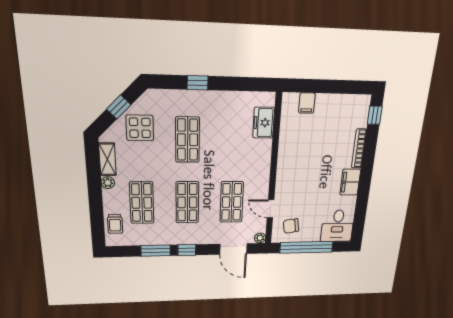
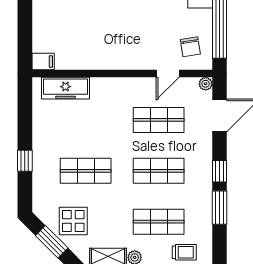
filing cabinet: (307, 103) -> (43, 62), moved
window: (119, 107) -> (52, 242), width x1.50
freezer: (264, 123) -> (65, 88), width x1.40

